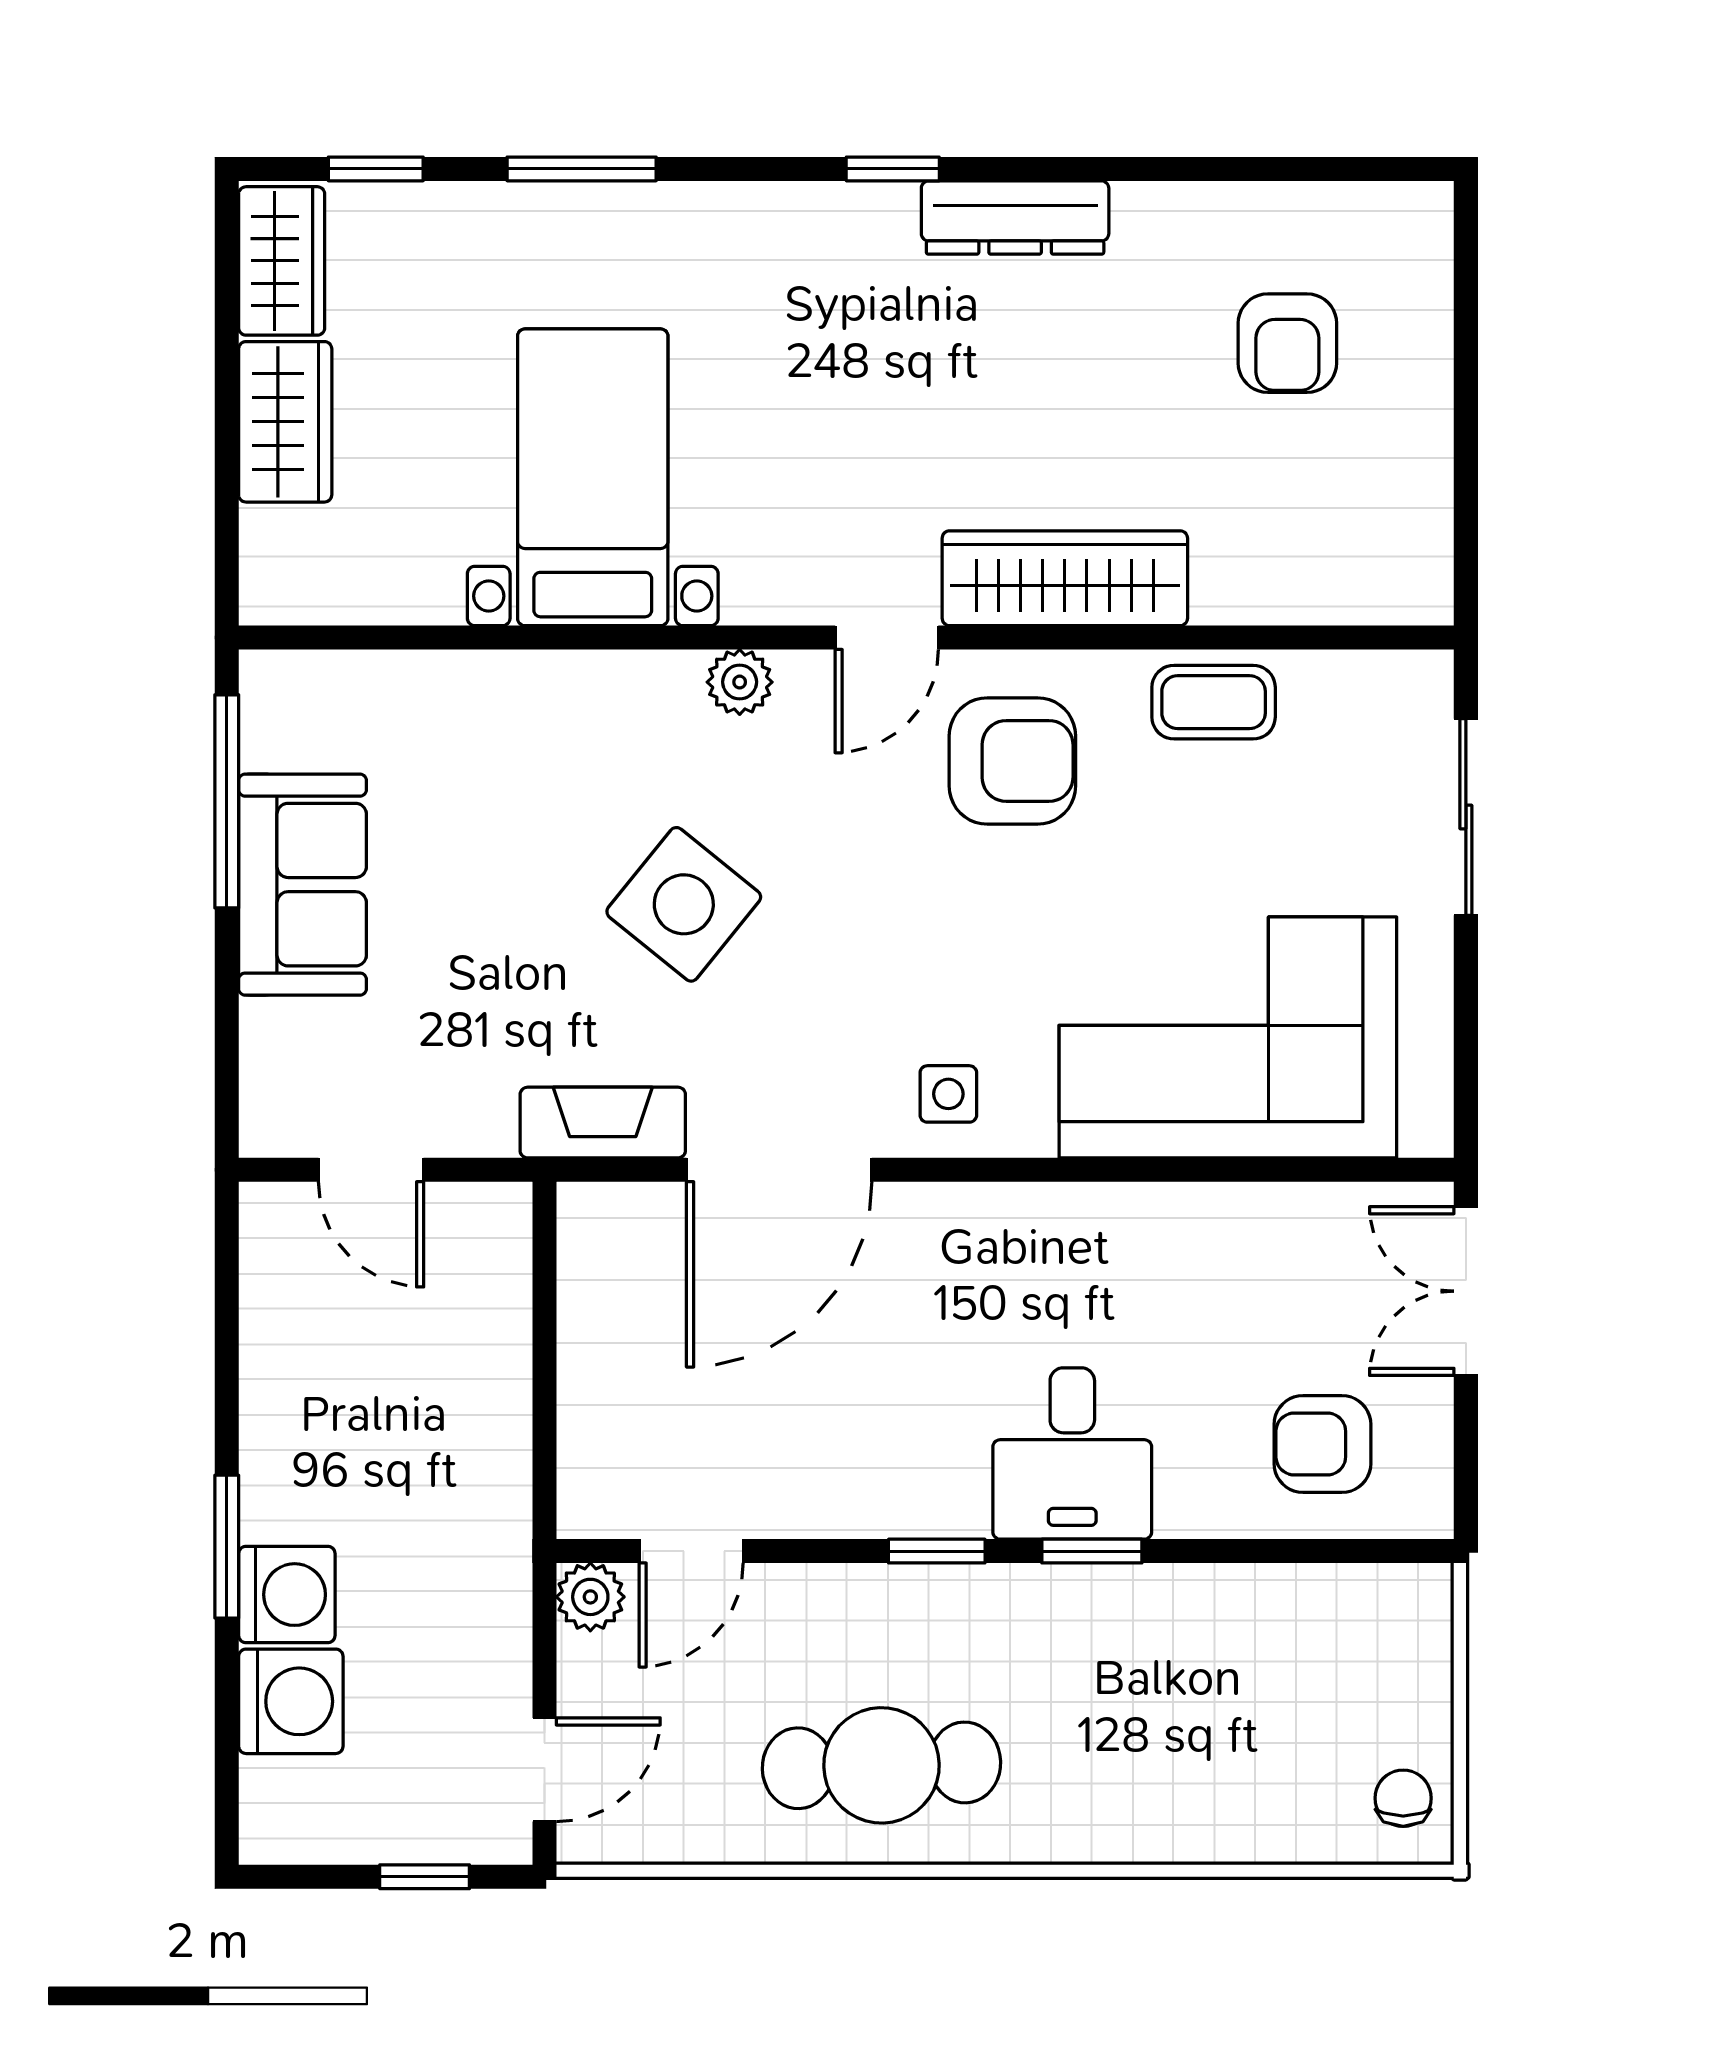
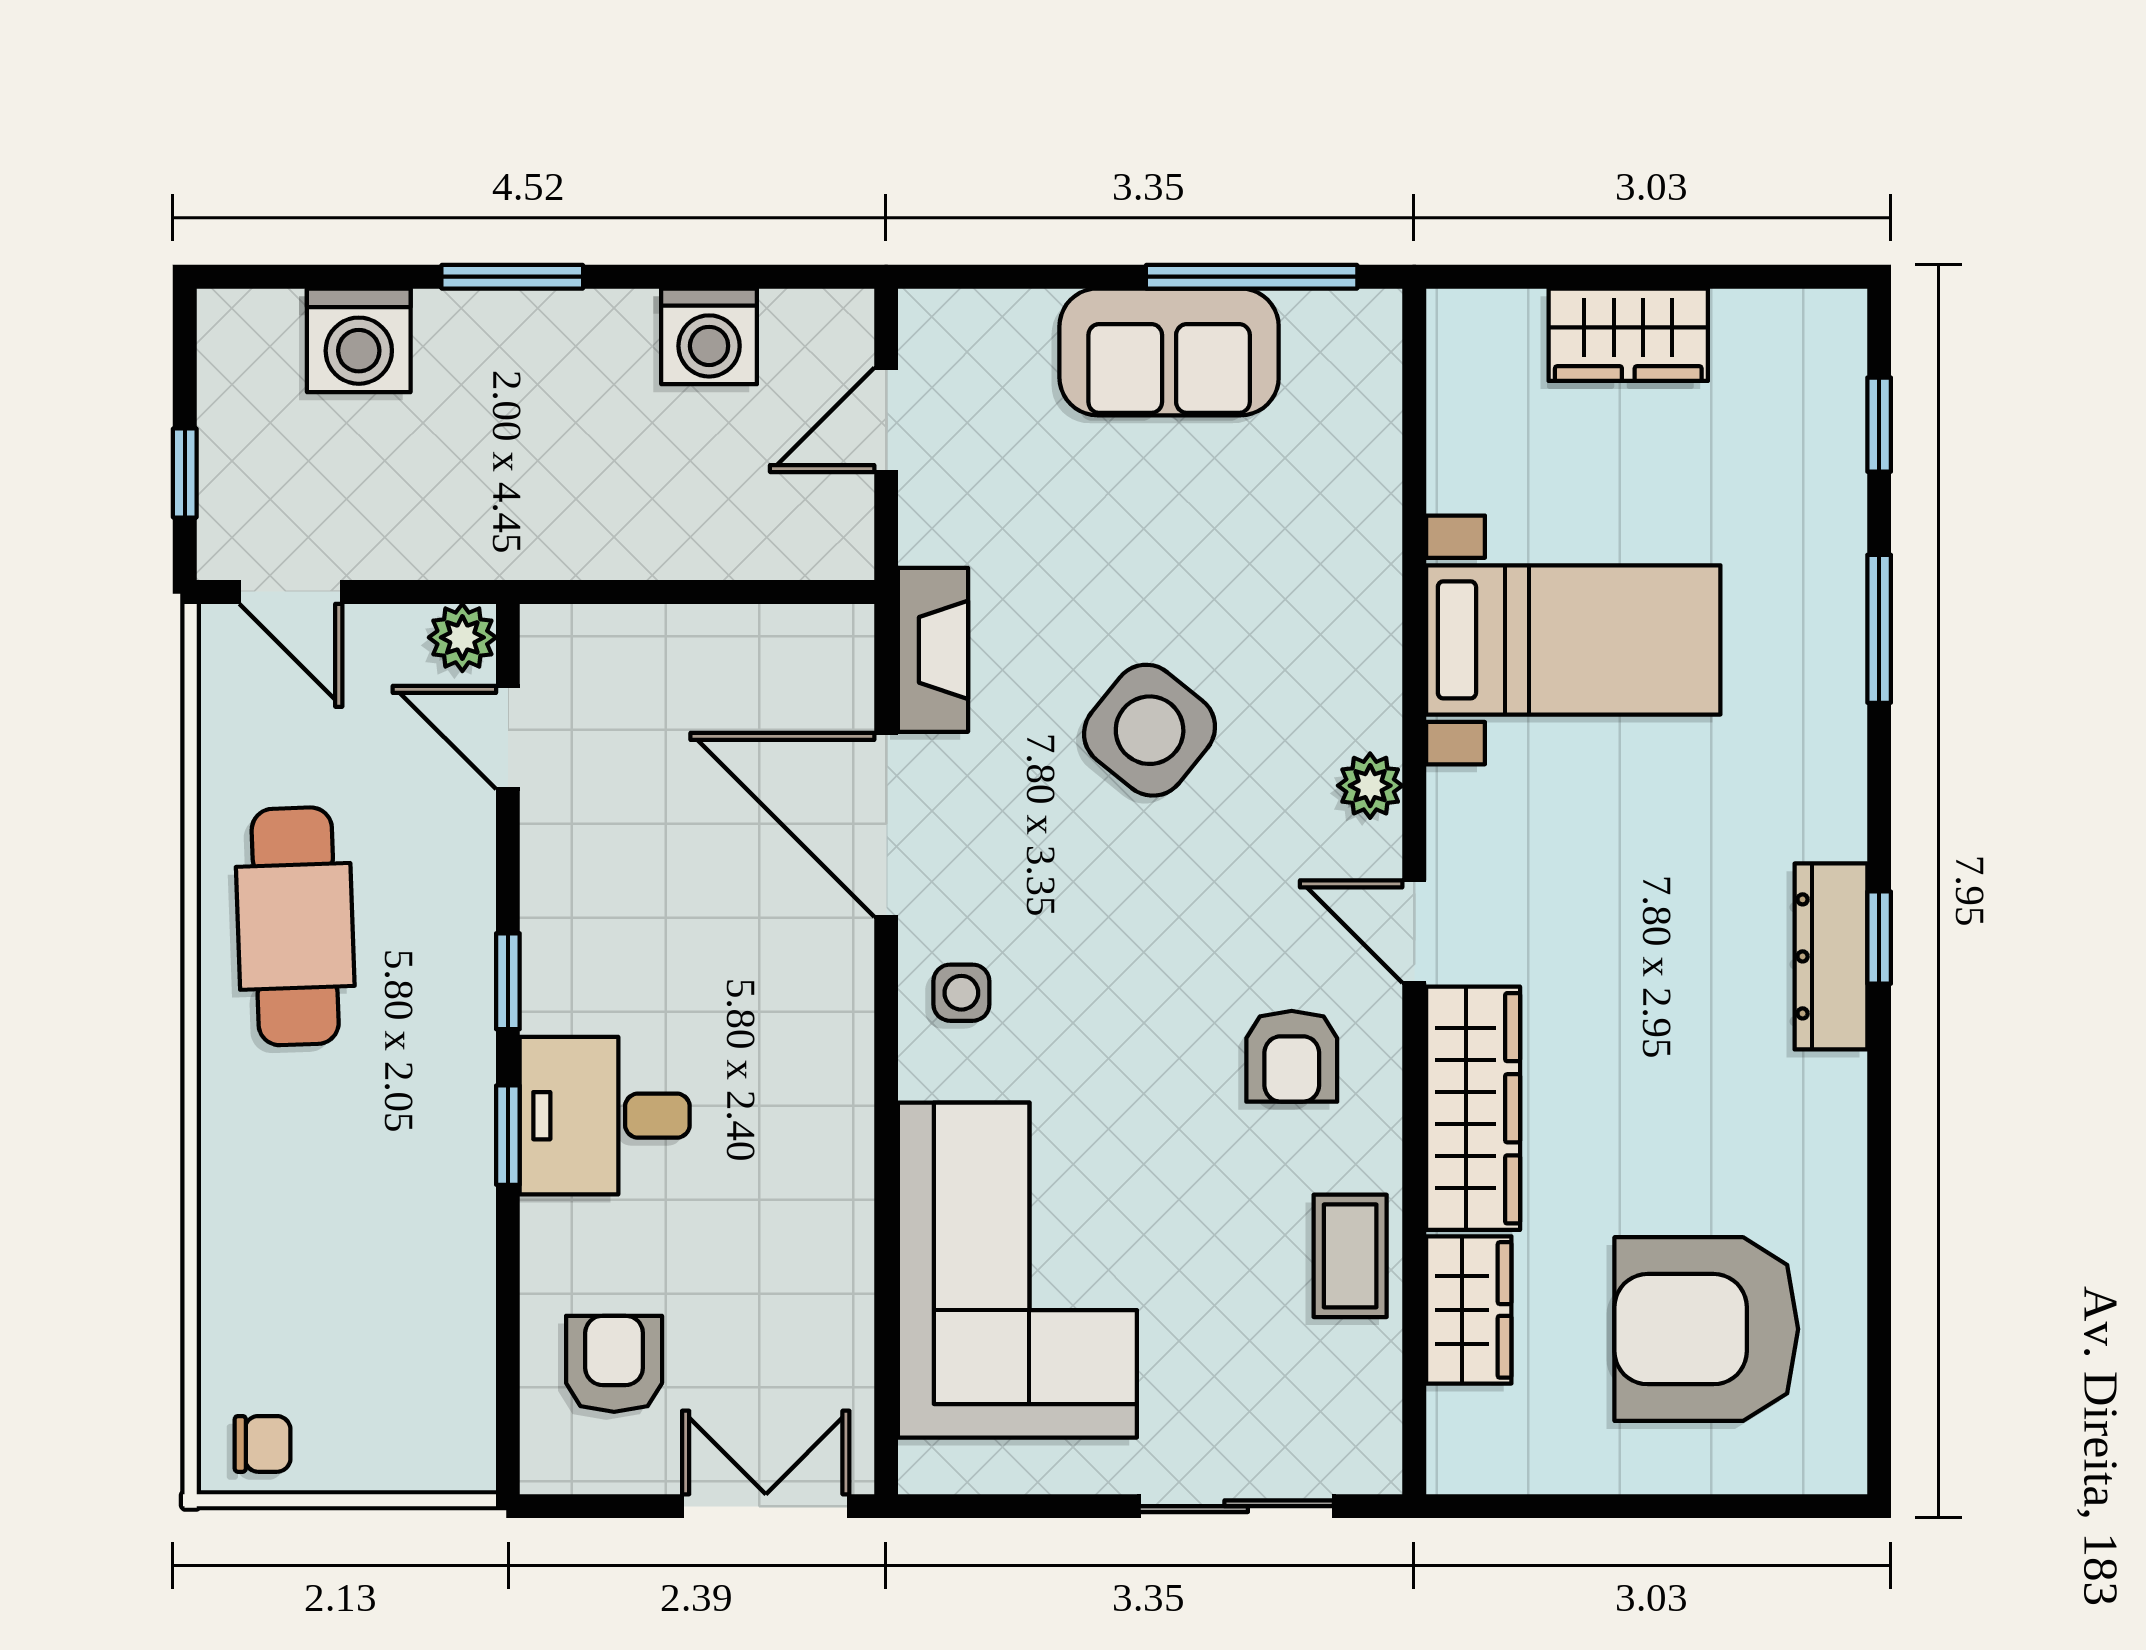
dresser: (1015, 218) -> (1831, 956), moved
wardrobe: (282, 261) -> (1469, 1310), moved, turned -90
armchair: (1287, 343) -> (1706, 1329), width x1.88, depth x1.88
armchair: (1012, 761) -> (1292, 1056), width x0.72, depth x0.72
washing machine: (287, 1595) -> (709, 336), moved

